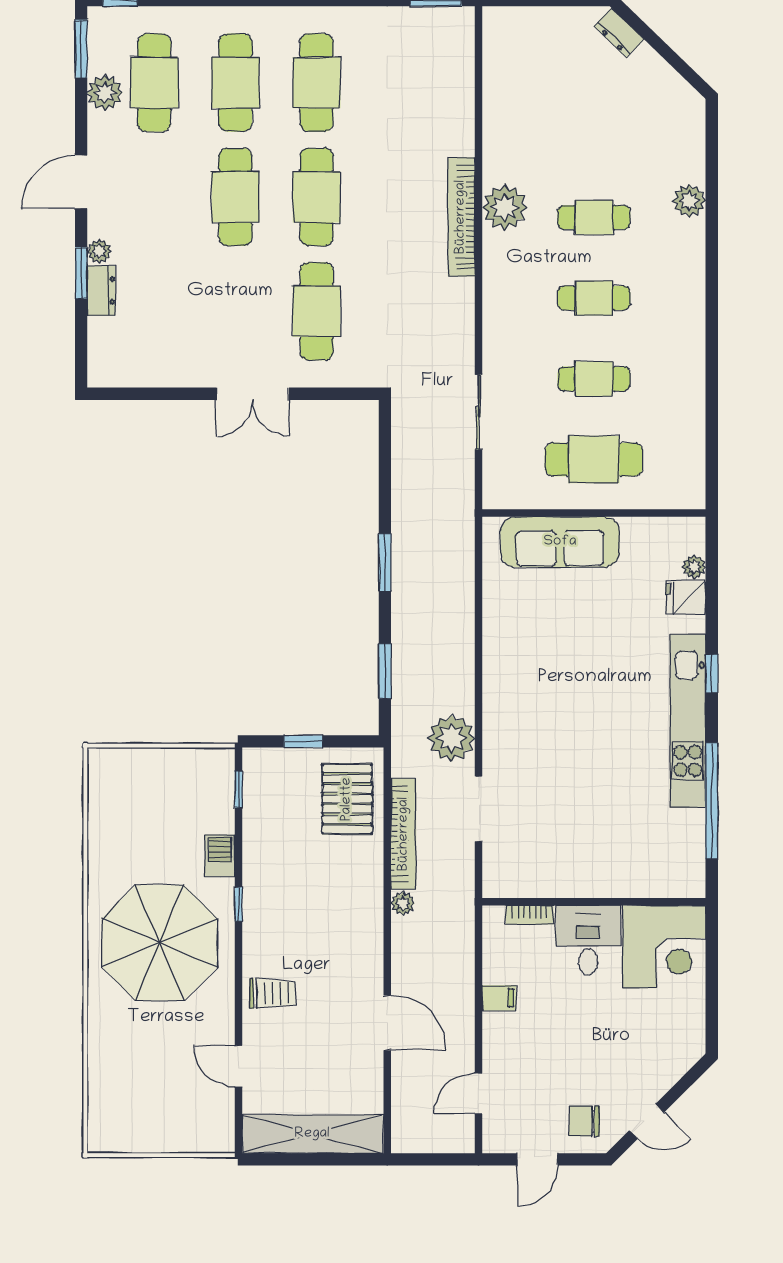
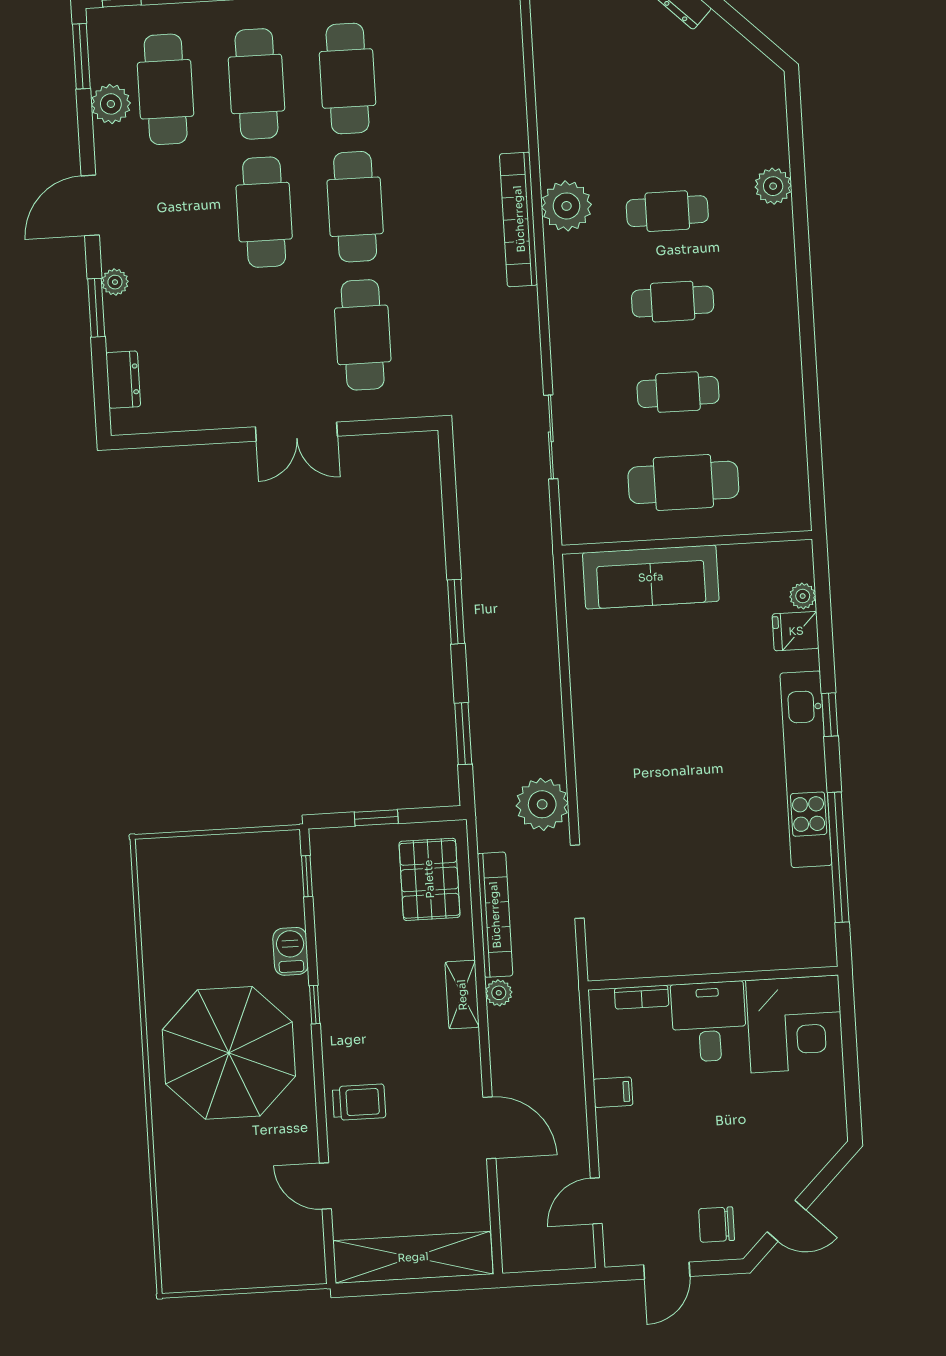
dresser: (101, 291) -> (123, 380), moved
shelving: (370, 903) -> (462, 995), added

